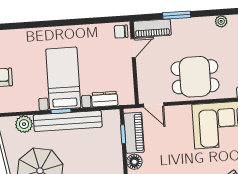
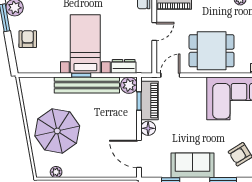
door: (133, 48) -> (154, 32), moved
door: (154, 105) -> (170, 75), swing flipped
plant: (24, 124) -> (129, 85), moved

